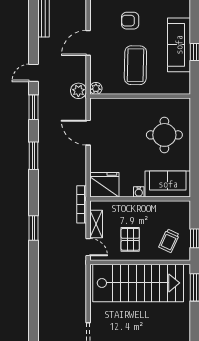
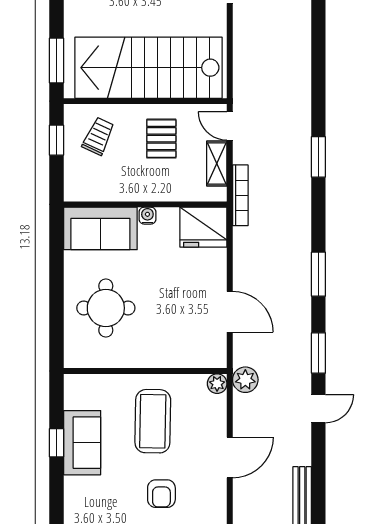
armchair: (130, 21) -> (161, 494), turned 90
sofa: (179, 45) -> (82, 443), width x0.73

